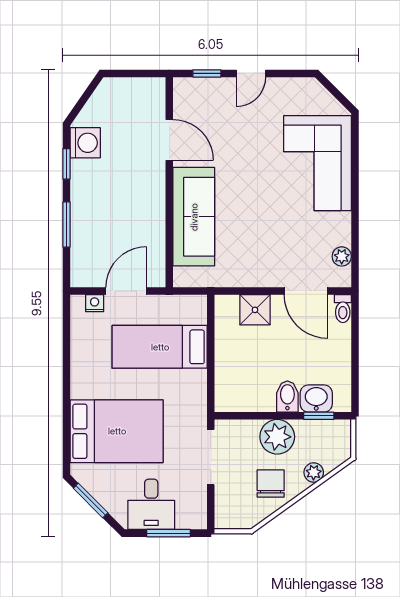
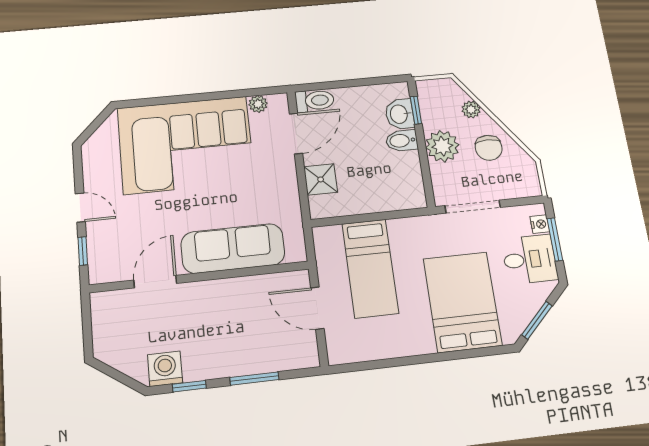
corner sofa: (317, 163) -> (186, 145), width x1.36, depth x1.36
nightstand: (95, 303) -> (540, 224), moved, turned 180
toilet: (343, 309) -> (315, 101), width x1.37, depth x1.39
chair: (271, 484) -> (489, 148), turned -90

